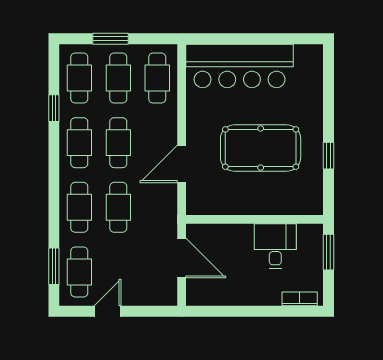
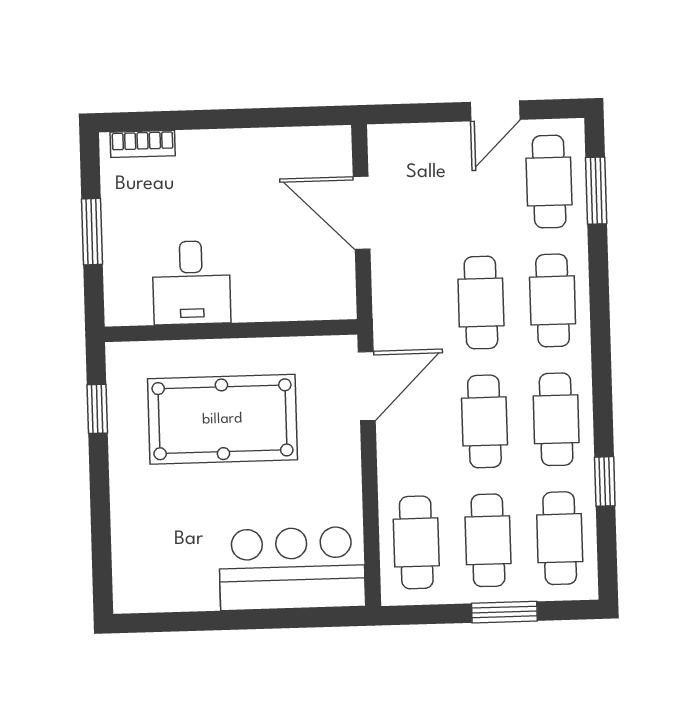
bar counter: (240, 66) -> (292, 568), width x0.73
wall: (255, 219) -> (231, 331), moved
desk: (275, 246) -> (191, 283), moved

